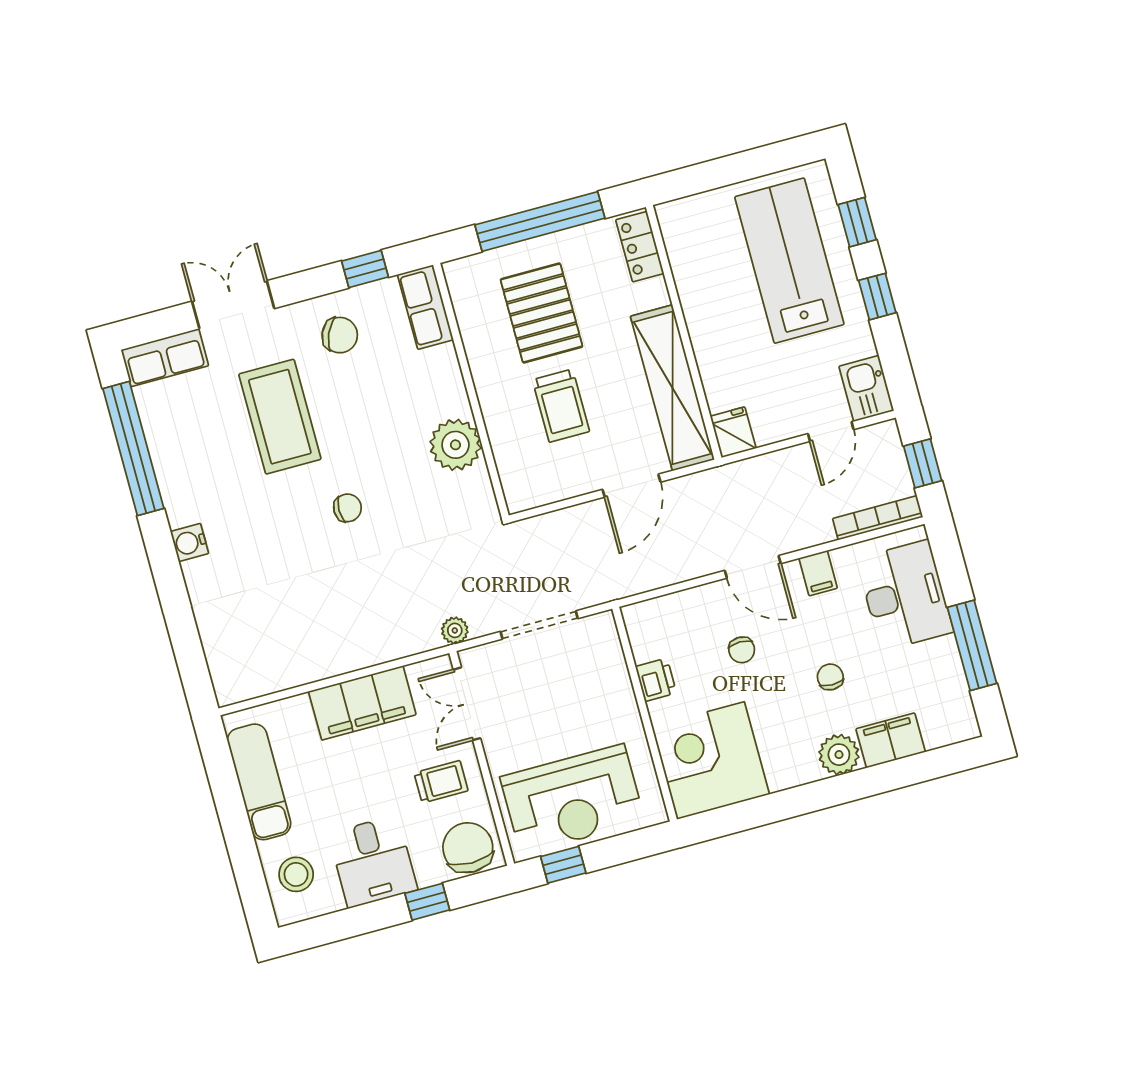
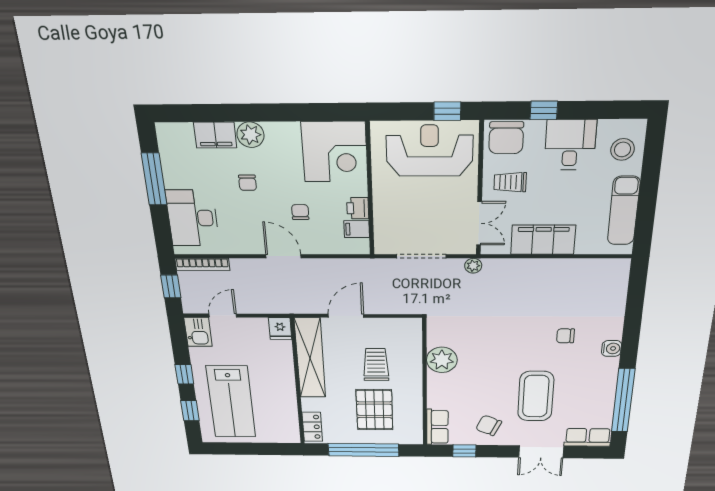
chair: (347, 508) -> (565, 336), moved
filing cabinet: (818, 573) -> (357, 229), moved, turned -90

